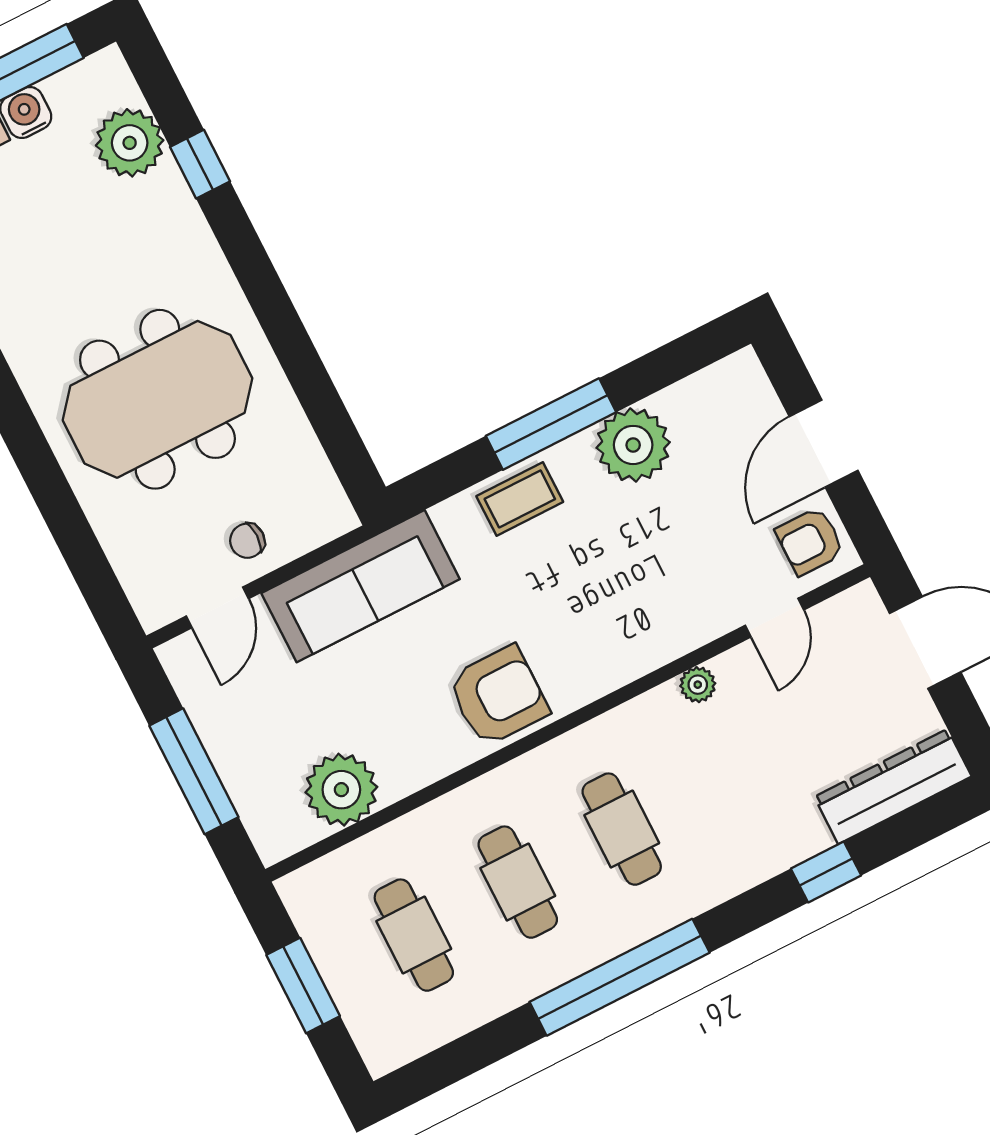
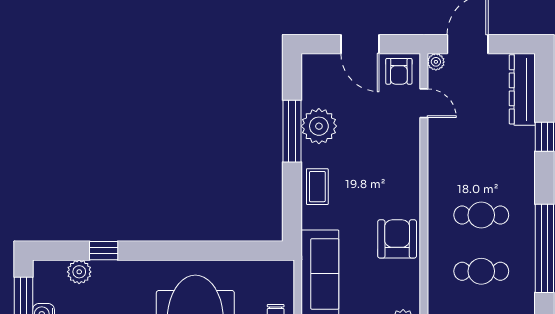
plant: (130, 143) -> (79, 272), width x0.73, depth x0.73
window: (551, 424) -> (292, 131), moved
plant: (698, 685) -> (436, 62), moved

